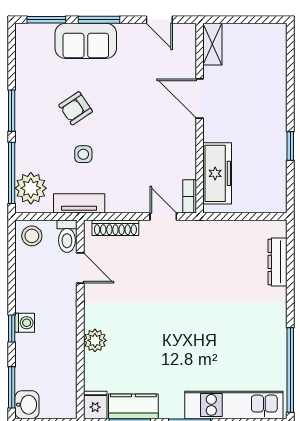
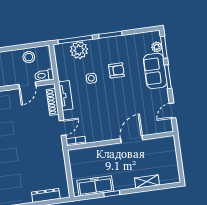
plant: (44, 32) -> (157, 47), added
shelving: (212, 44) -> (147, 182), moved
armchair: (76, 108) -> (116, 70), turned 124
freezer: (217, 173) -> (95, 186), moved, turned 180
plant: (31, 188) -> (79, 50), moved
tv unit: (79, 203) -> (66, 95), moved
stool: (32, 236) -> (29, 57), moved

